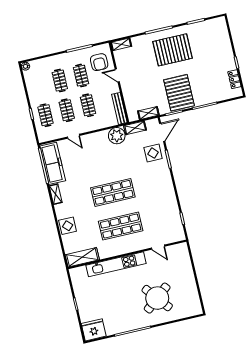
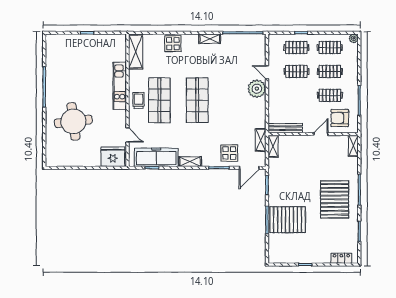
locker: (234, 79) -> (341, 258), moved
pallet: (179, 93) -> (288, 220), moved
clothes rail: (88, 105) -> (330, 48), moved
shelving: (148, 113) -> (273, 146), moved
door: (162, 132) -> (249, 168), hinge flipped
door: (74, 136) -> (267, 72), hinge flipped
plant: (117, 136) -> (257, 89), moved
freezer: (53, 163) -> (156, 157), moved, turned 180
shelving: (169, 186) -> (190, 162), added
trolley: (125, 244) -> (139, 100), added
door: (158, 247) -> (127, 135), swing flipped
kitchen unit: (116, 264) -> (120, 86), width x0.73
round table: (157, 298) -> (73, 121), turned 32
fridge: (94, 330) -> (113, 157), moved, turned -90

